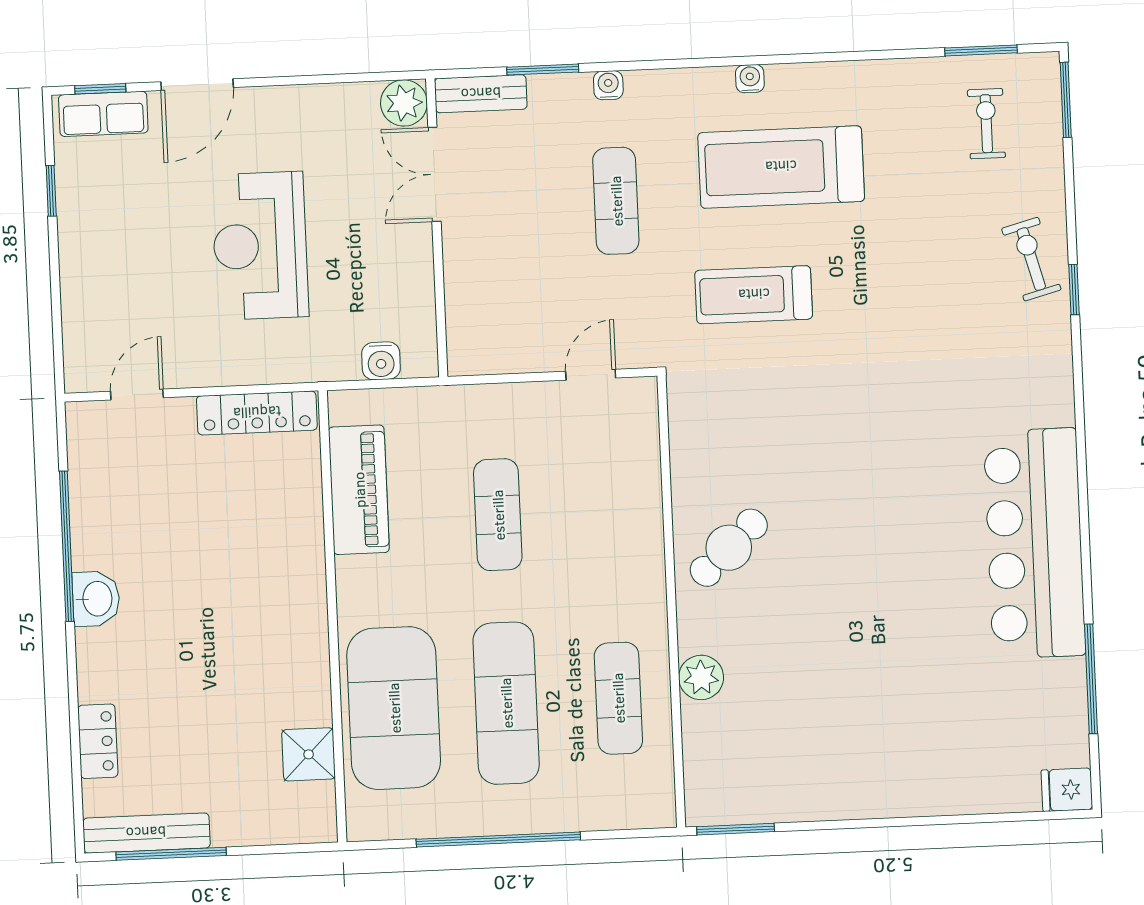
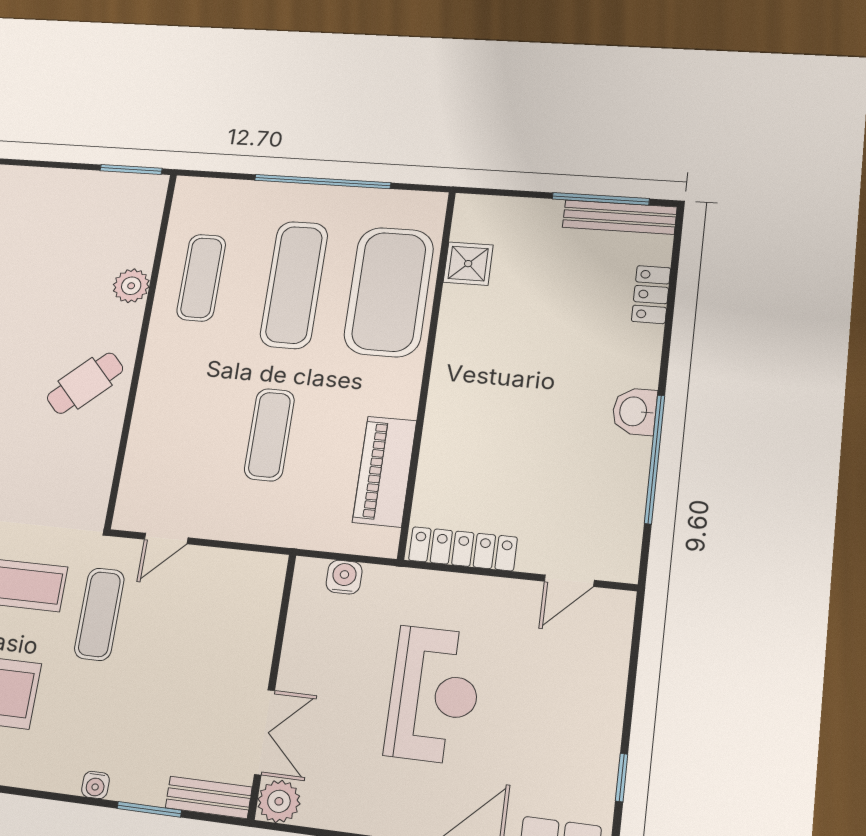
exercise mat: (616, 201) -> (99, 614), moved

